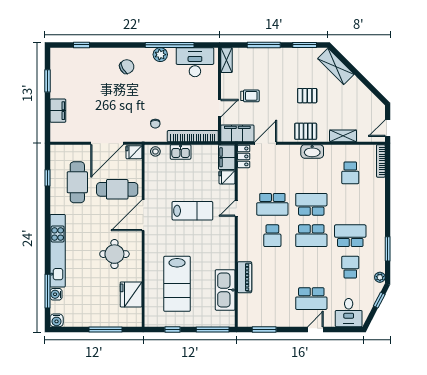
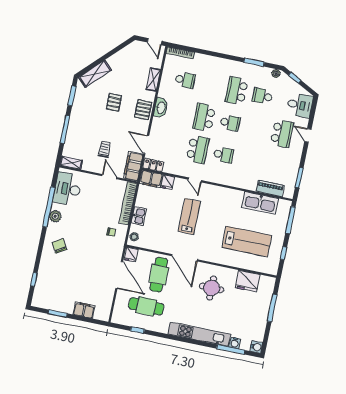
school desk: (311, 236) -> (230, 123), width x0.54
piano: (245, 277) -> (270, 188), moved

